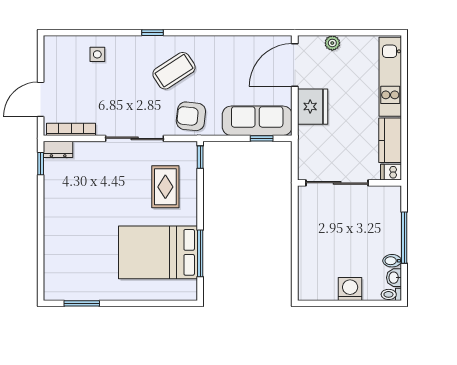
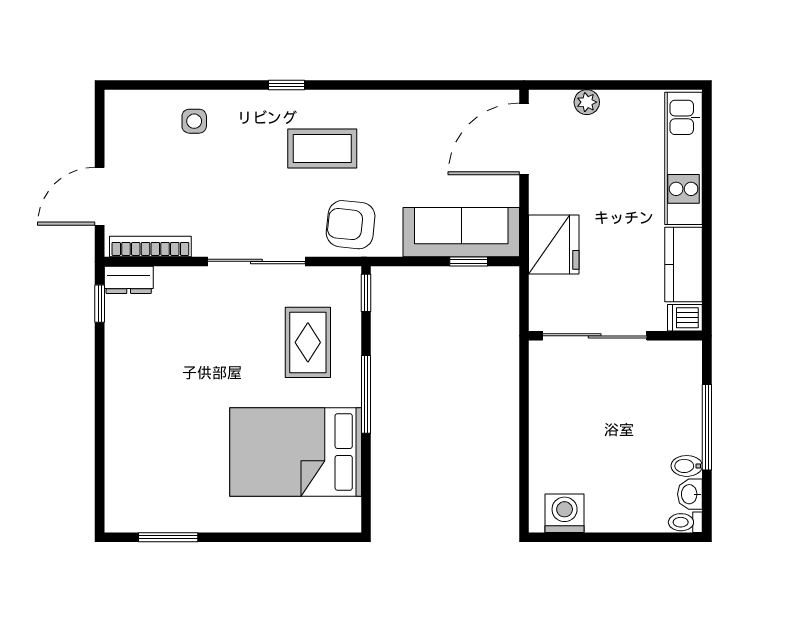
coffee table: (174, 71) -> (322, 148), turned 33
fridge: (313, 107) -> (554, 244), moved
window: (200, 253) -> (366, 394), moved
washing machine: (350, 289) -> (565, 513), moved

